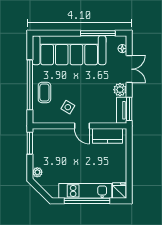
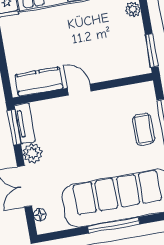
window: (98, 33) -> (114, 225), moved
side table: (68, 107) -> (105, 114), removed

